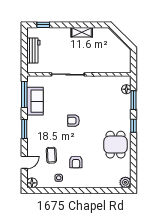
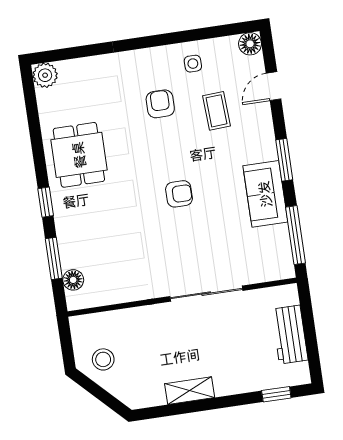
stool: (118, 52) -> (103, 359), added
sofa: (35, 101) -> (265, 194), moved

